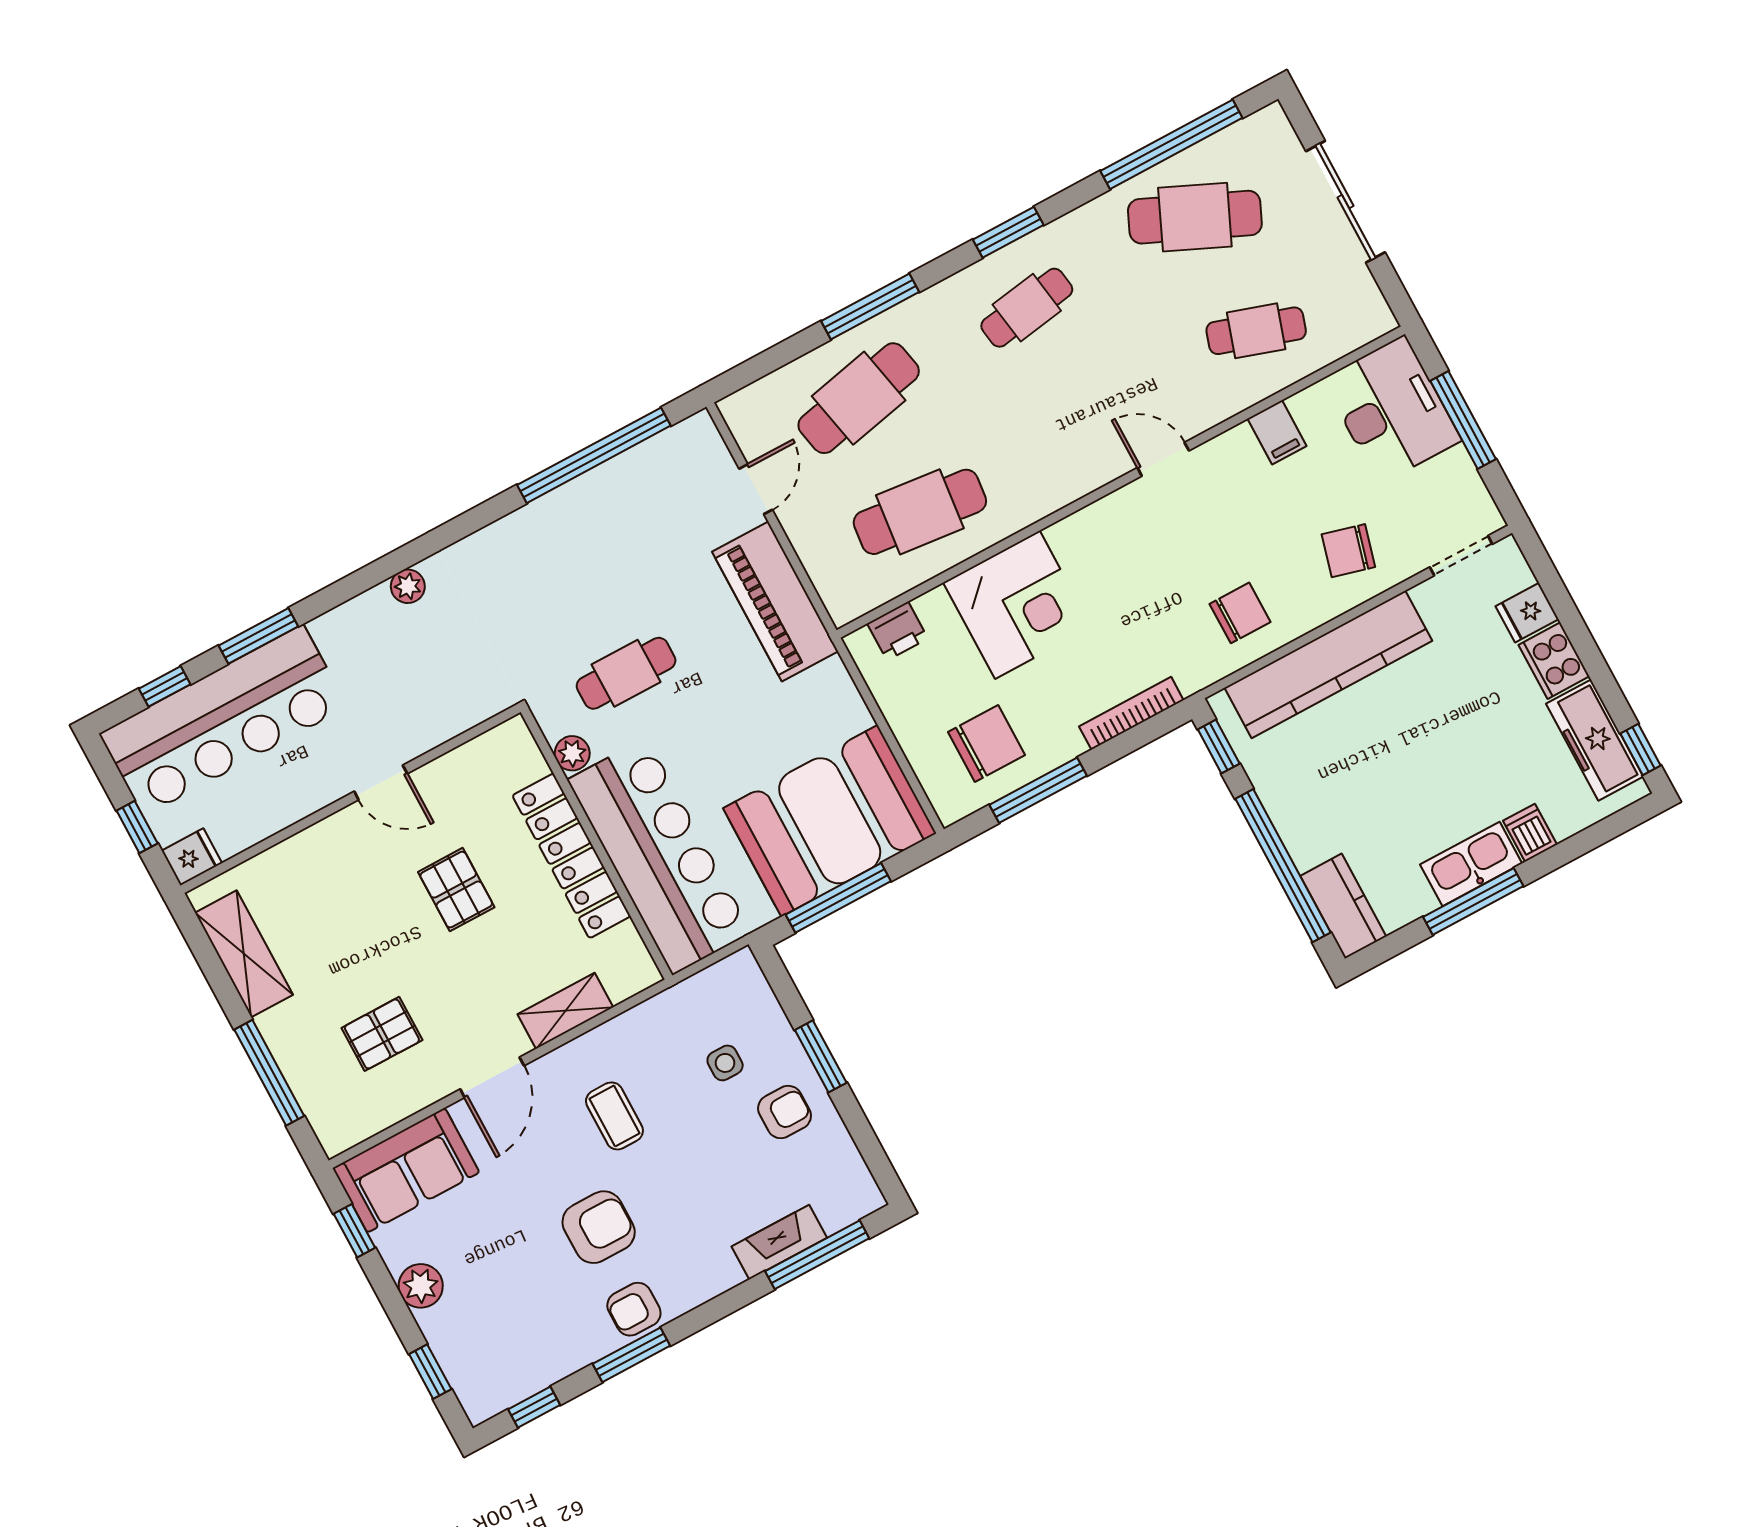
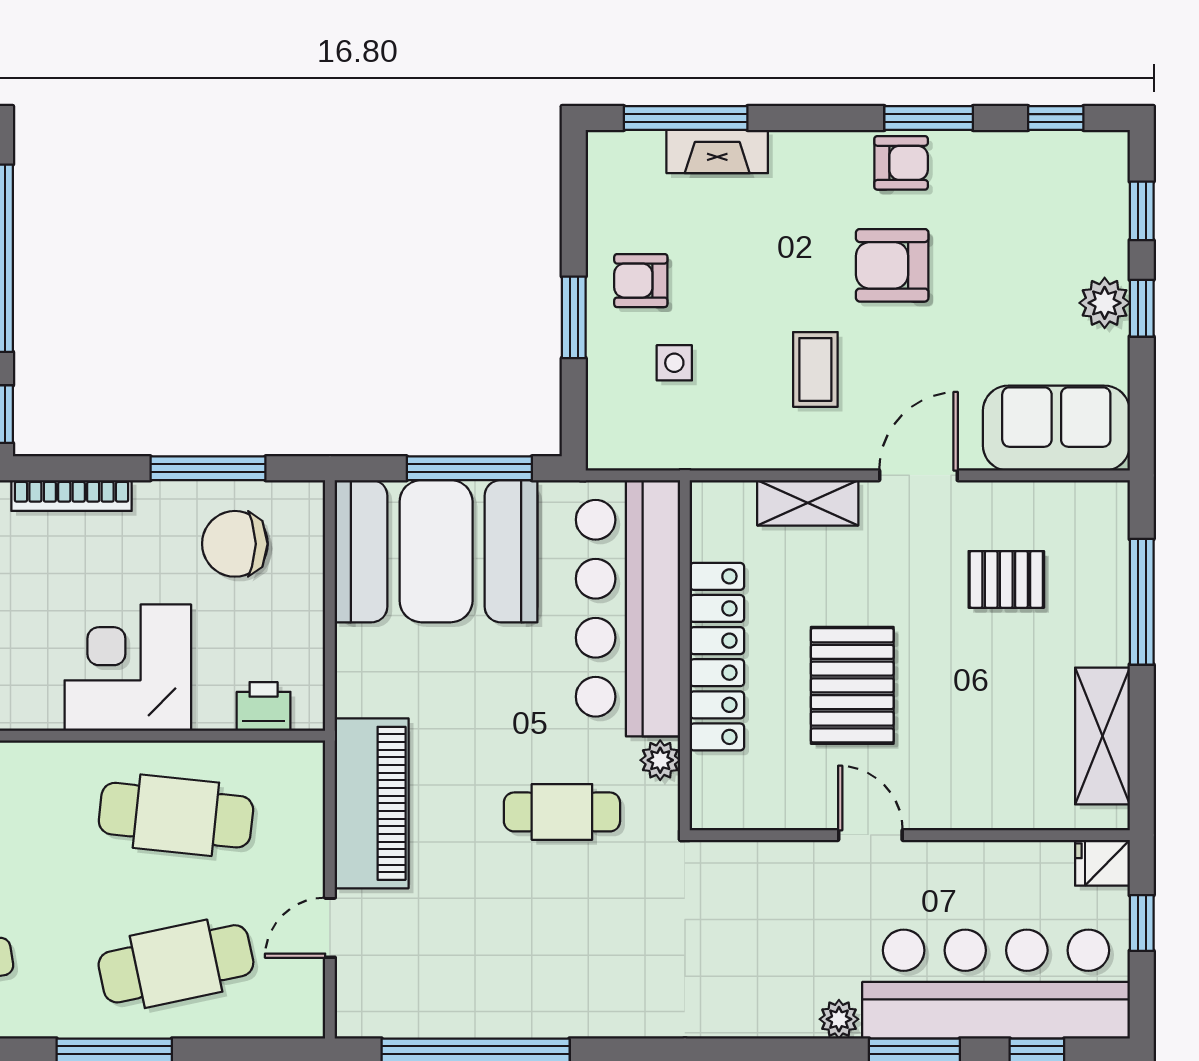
plant: (408, 586) -> (839, 1019), moved
pallet: (456, 890) -> (852, 685), width x1.50, depth x1.42
window: (354, 1231) -> (1142, 308), moved

